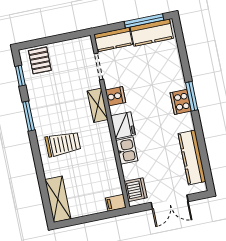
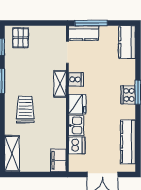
window: (144, 21) -> (91, 23), moved
kitchen counter: (152, 33) -> (127, 42), moved, turned 90
trolley: (63, 144) -> (25, 109), turned -90
dishwasher: (136, 190) -> (77, 145), moved
filing cabinet: (116, 203) -> (58, 160), width x2.00

